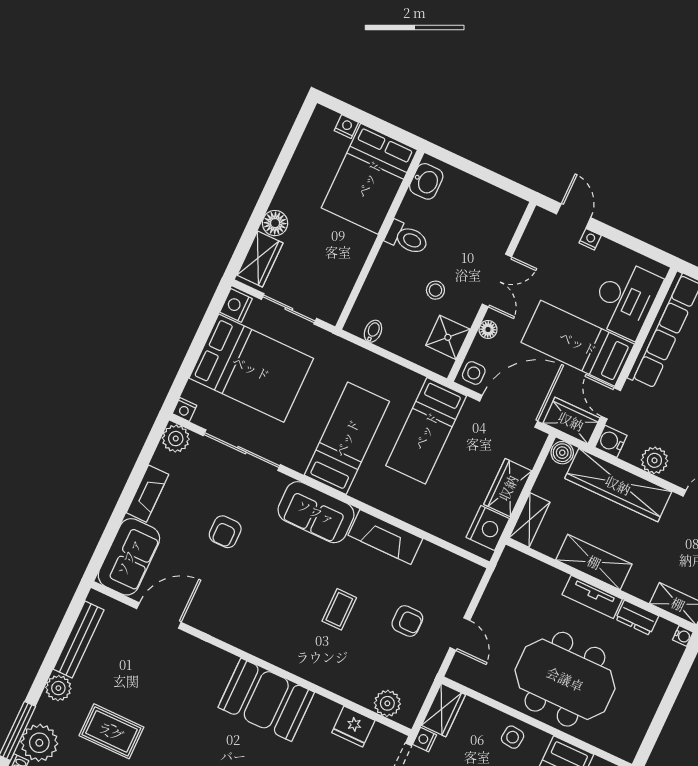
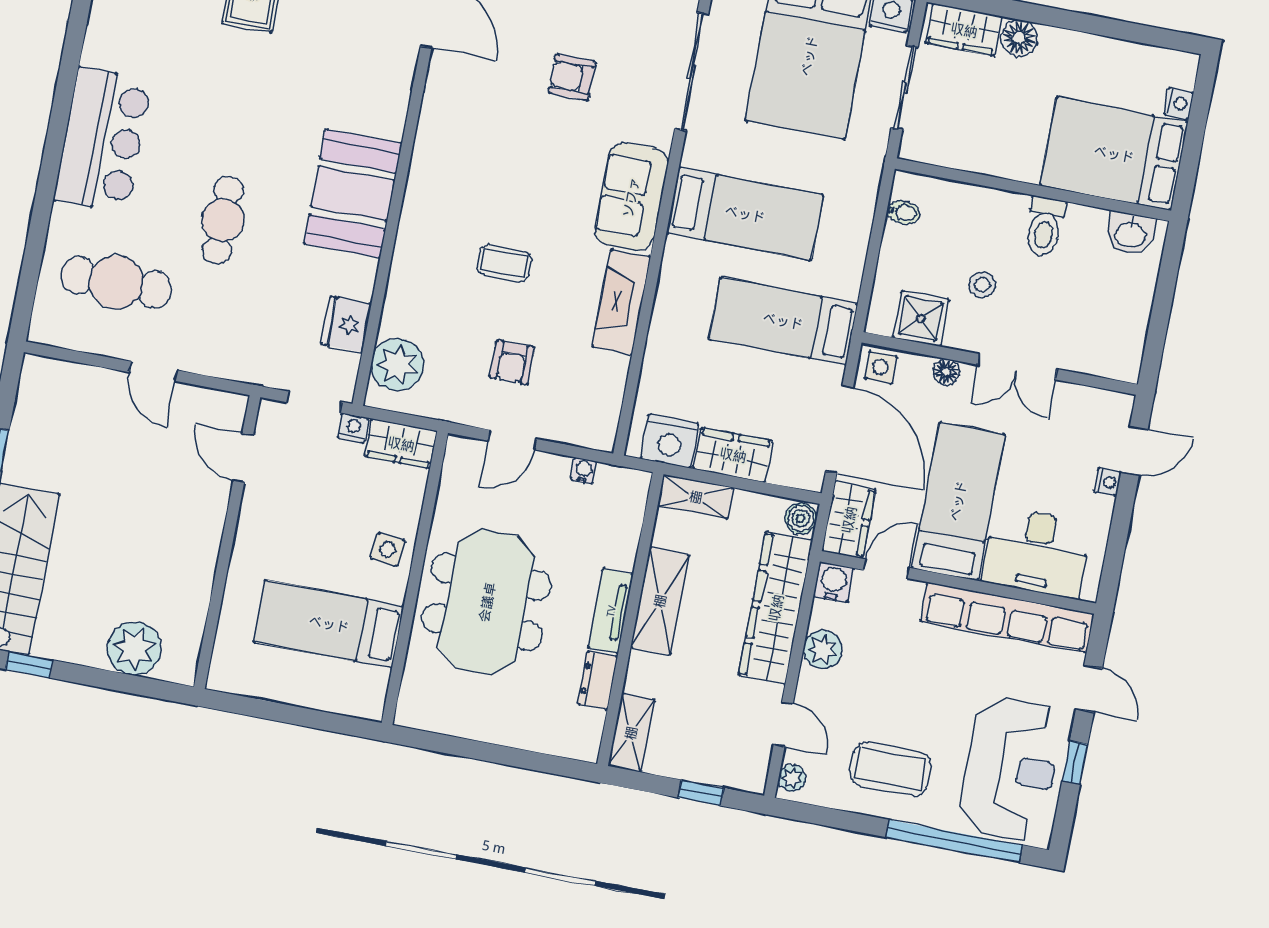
water cooler: (683, 636) -> (584, 470), moved, turned 180
plant: (387, 703) -> (397, 365), width x1.36, depth x1.36

